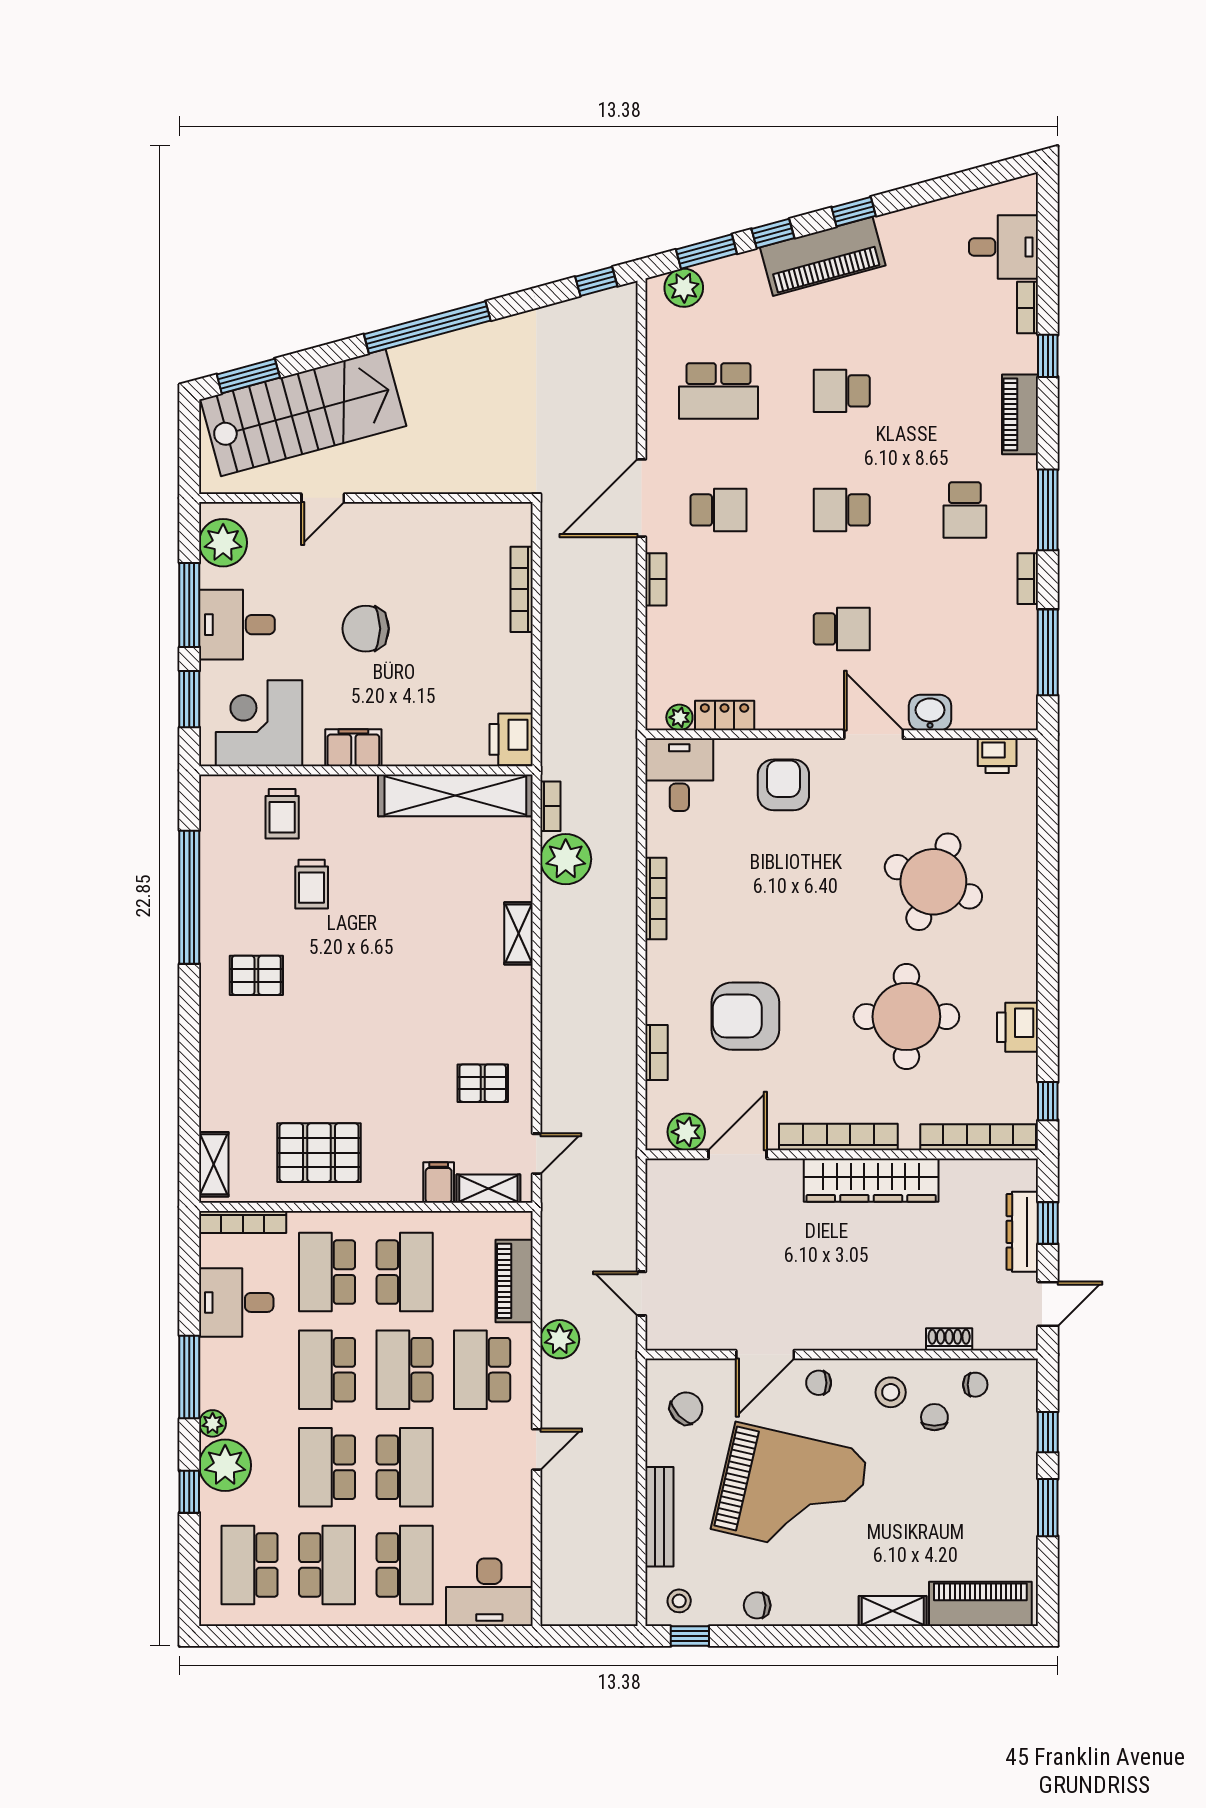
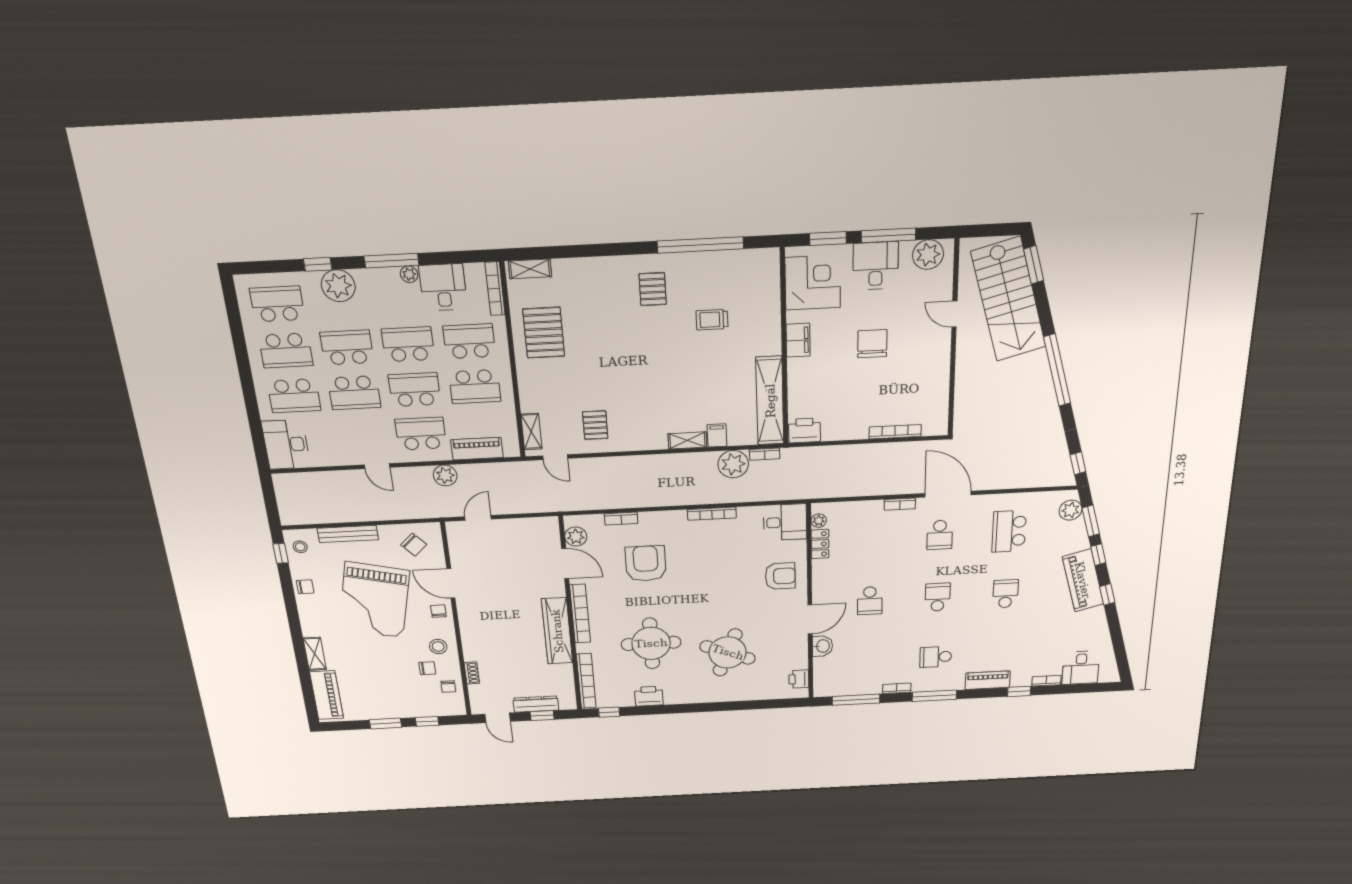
trolley: (282, 814) -> (756, 300), removed
filing cabinet: (439, 1182) -> (717, 435), moved, turned -90
plant: (213, 1423) -> (409, 274), moved
chair: (757, 1605) -> (305, 587), turned 90

